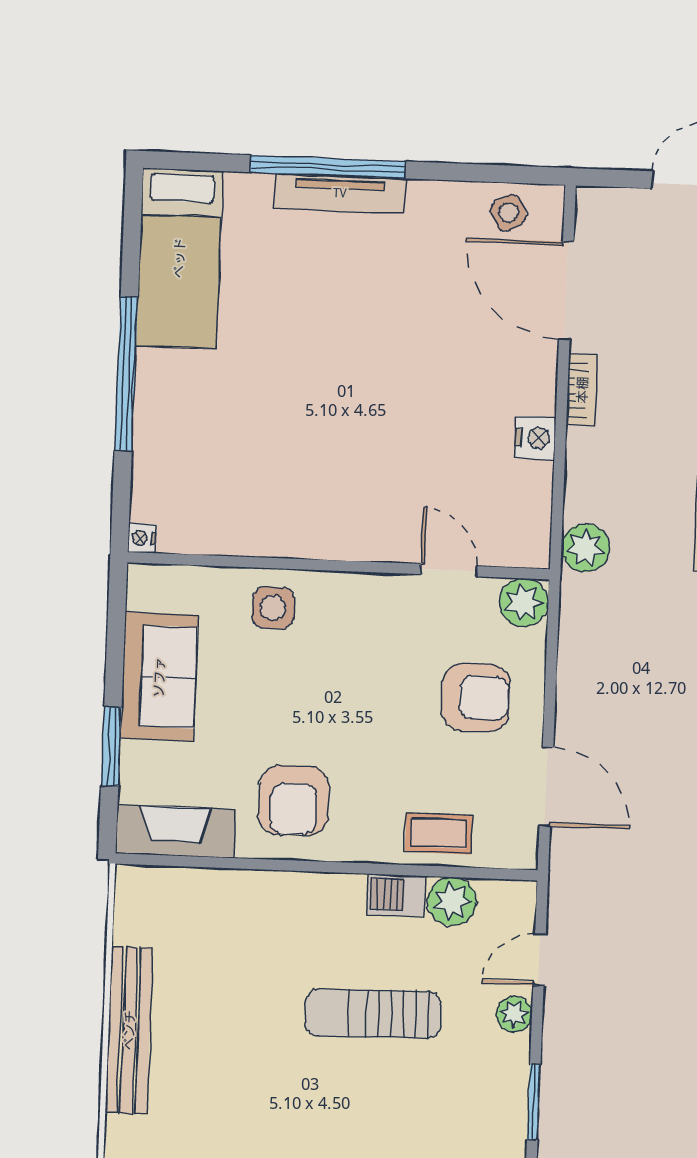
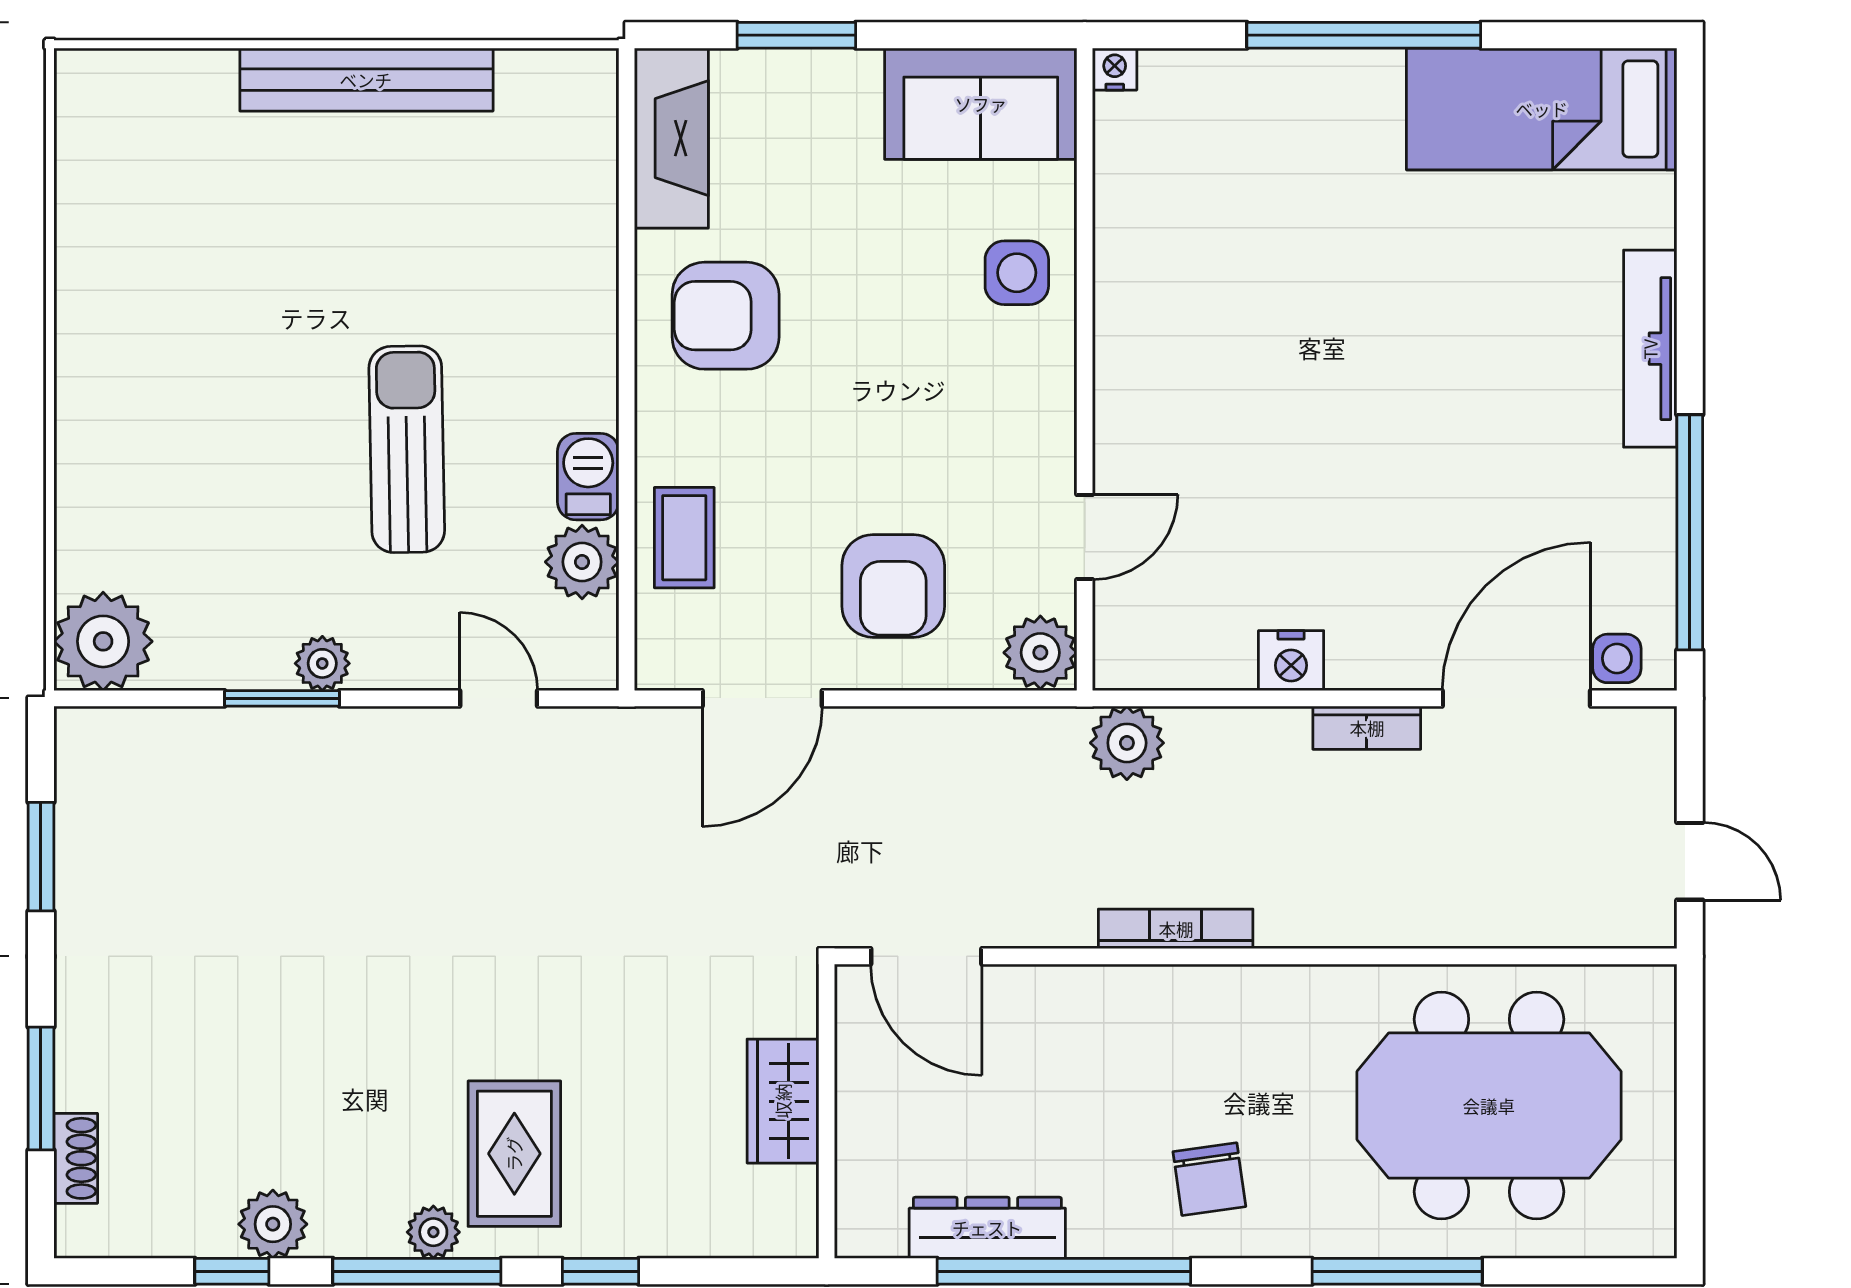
window: (328, 167) -> (1690, 532), moved
side table: (508, 213) -> (1617, 658), moved, turned 30
sofa: (159, 677) -> (981, 104), moved
plant: (514, 1014) -> (322, 663), moved

